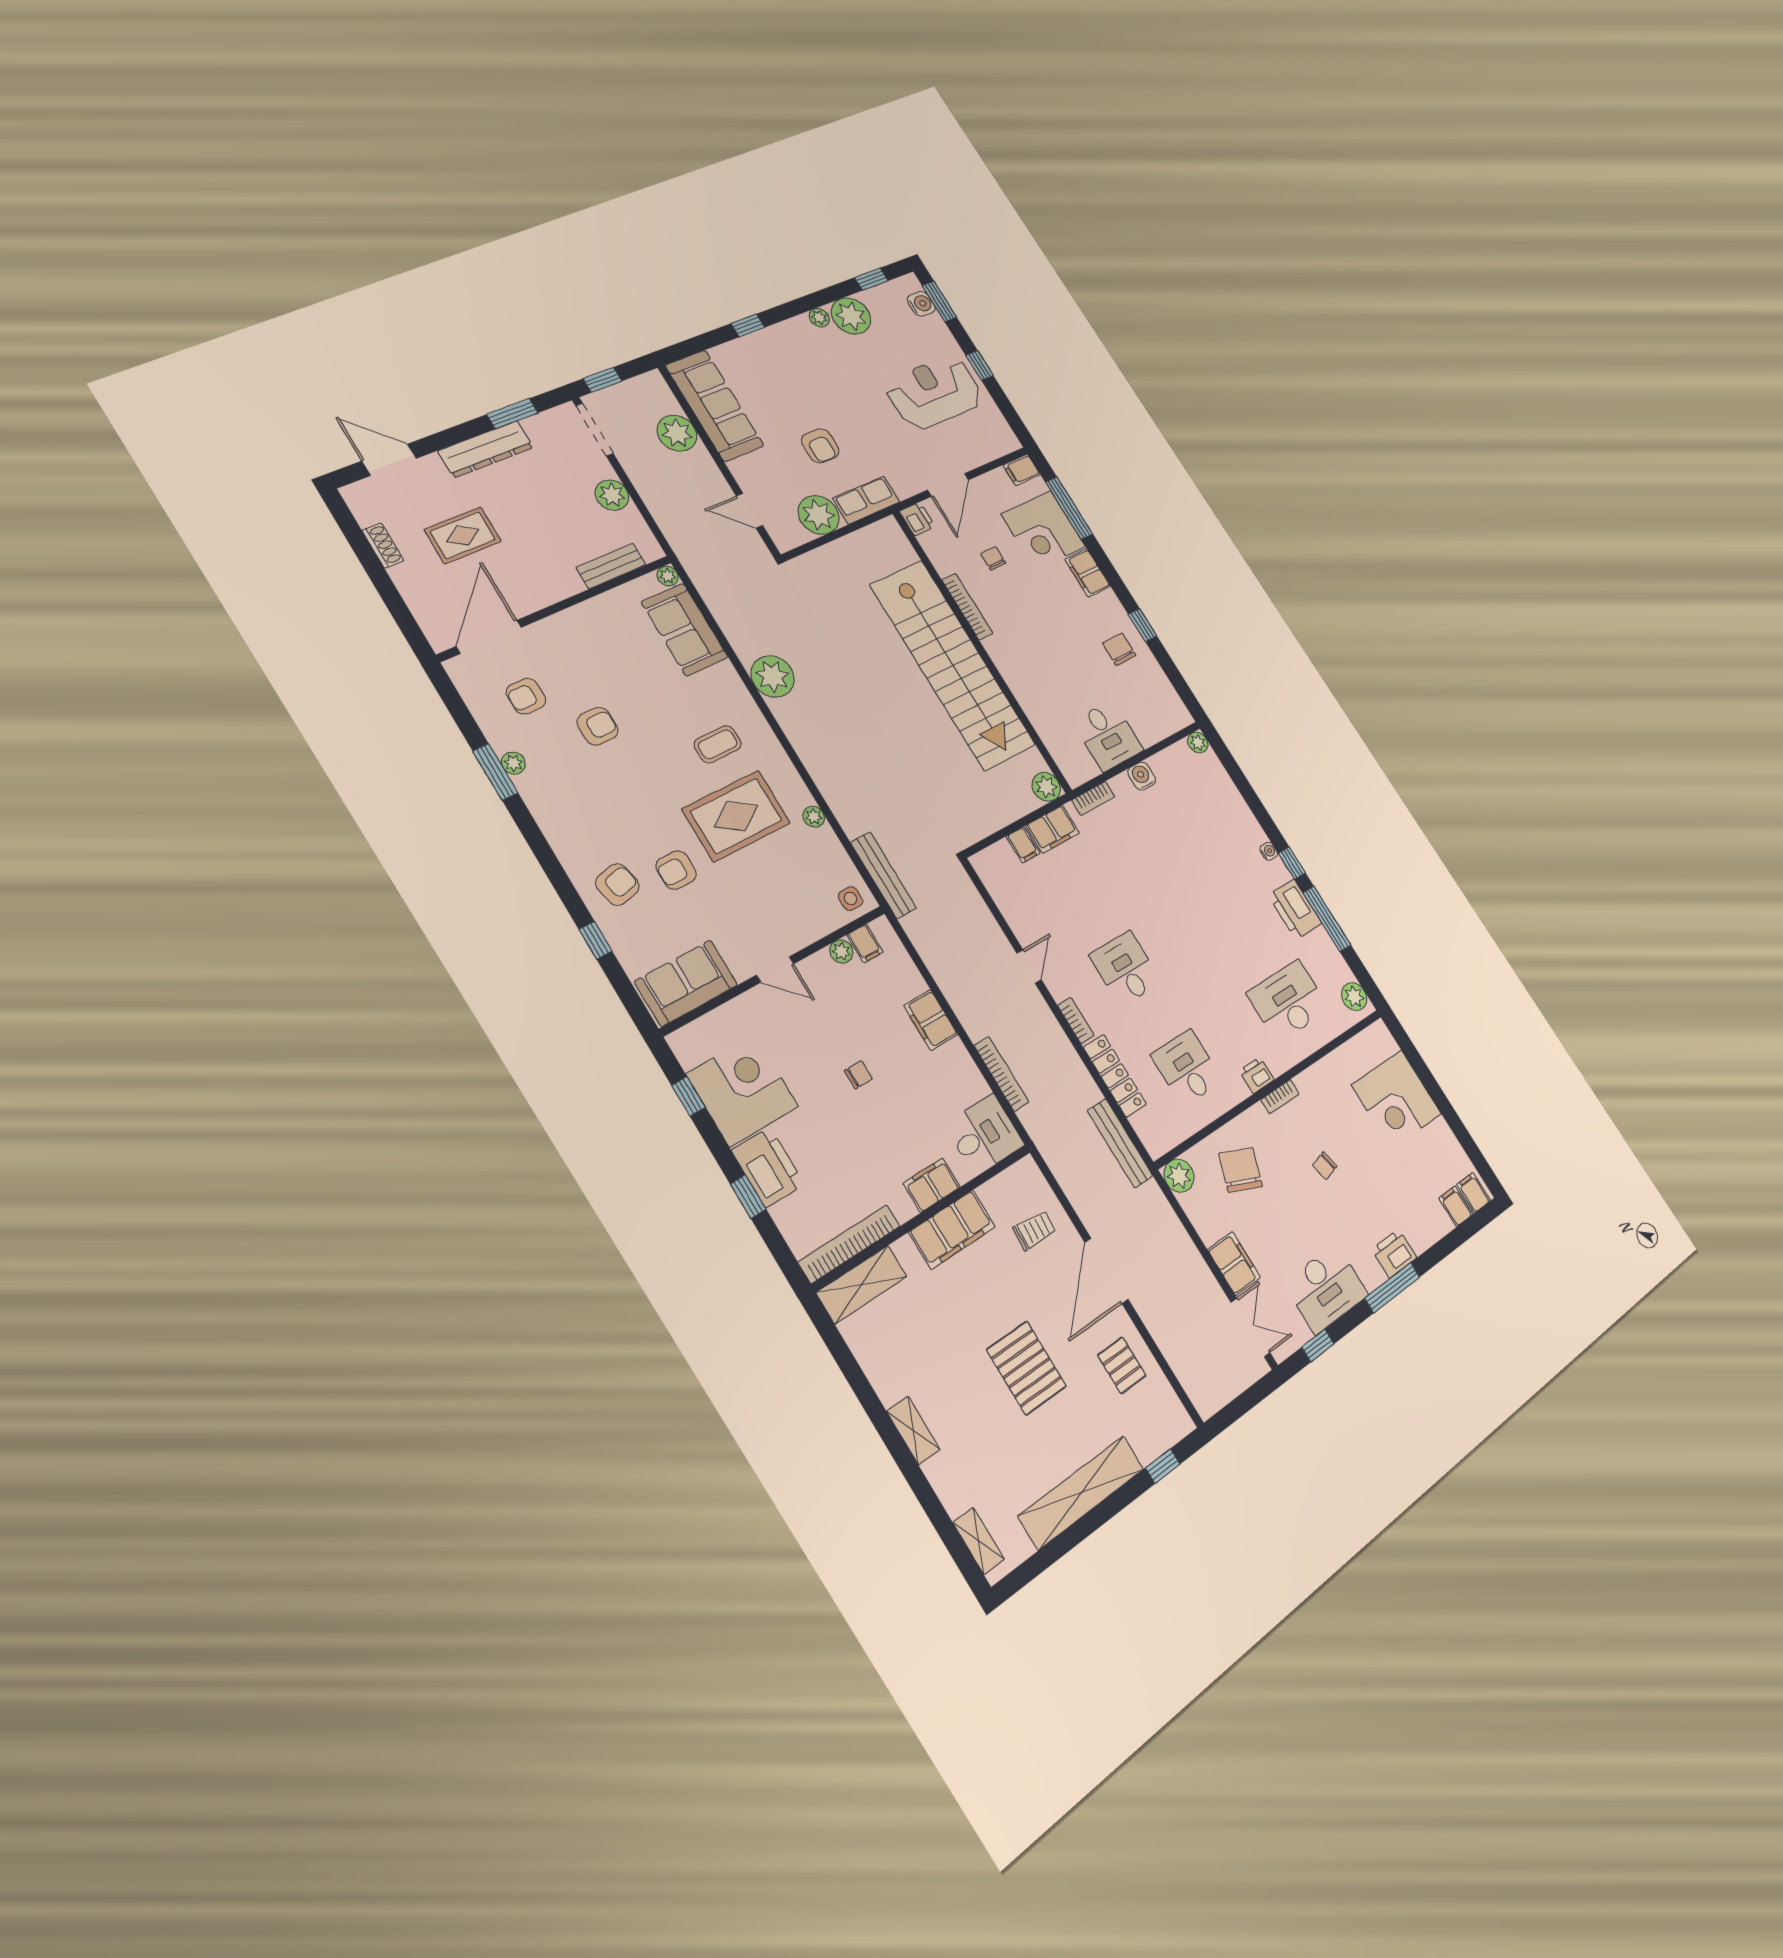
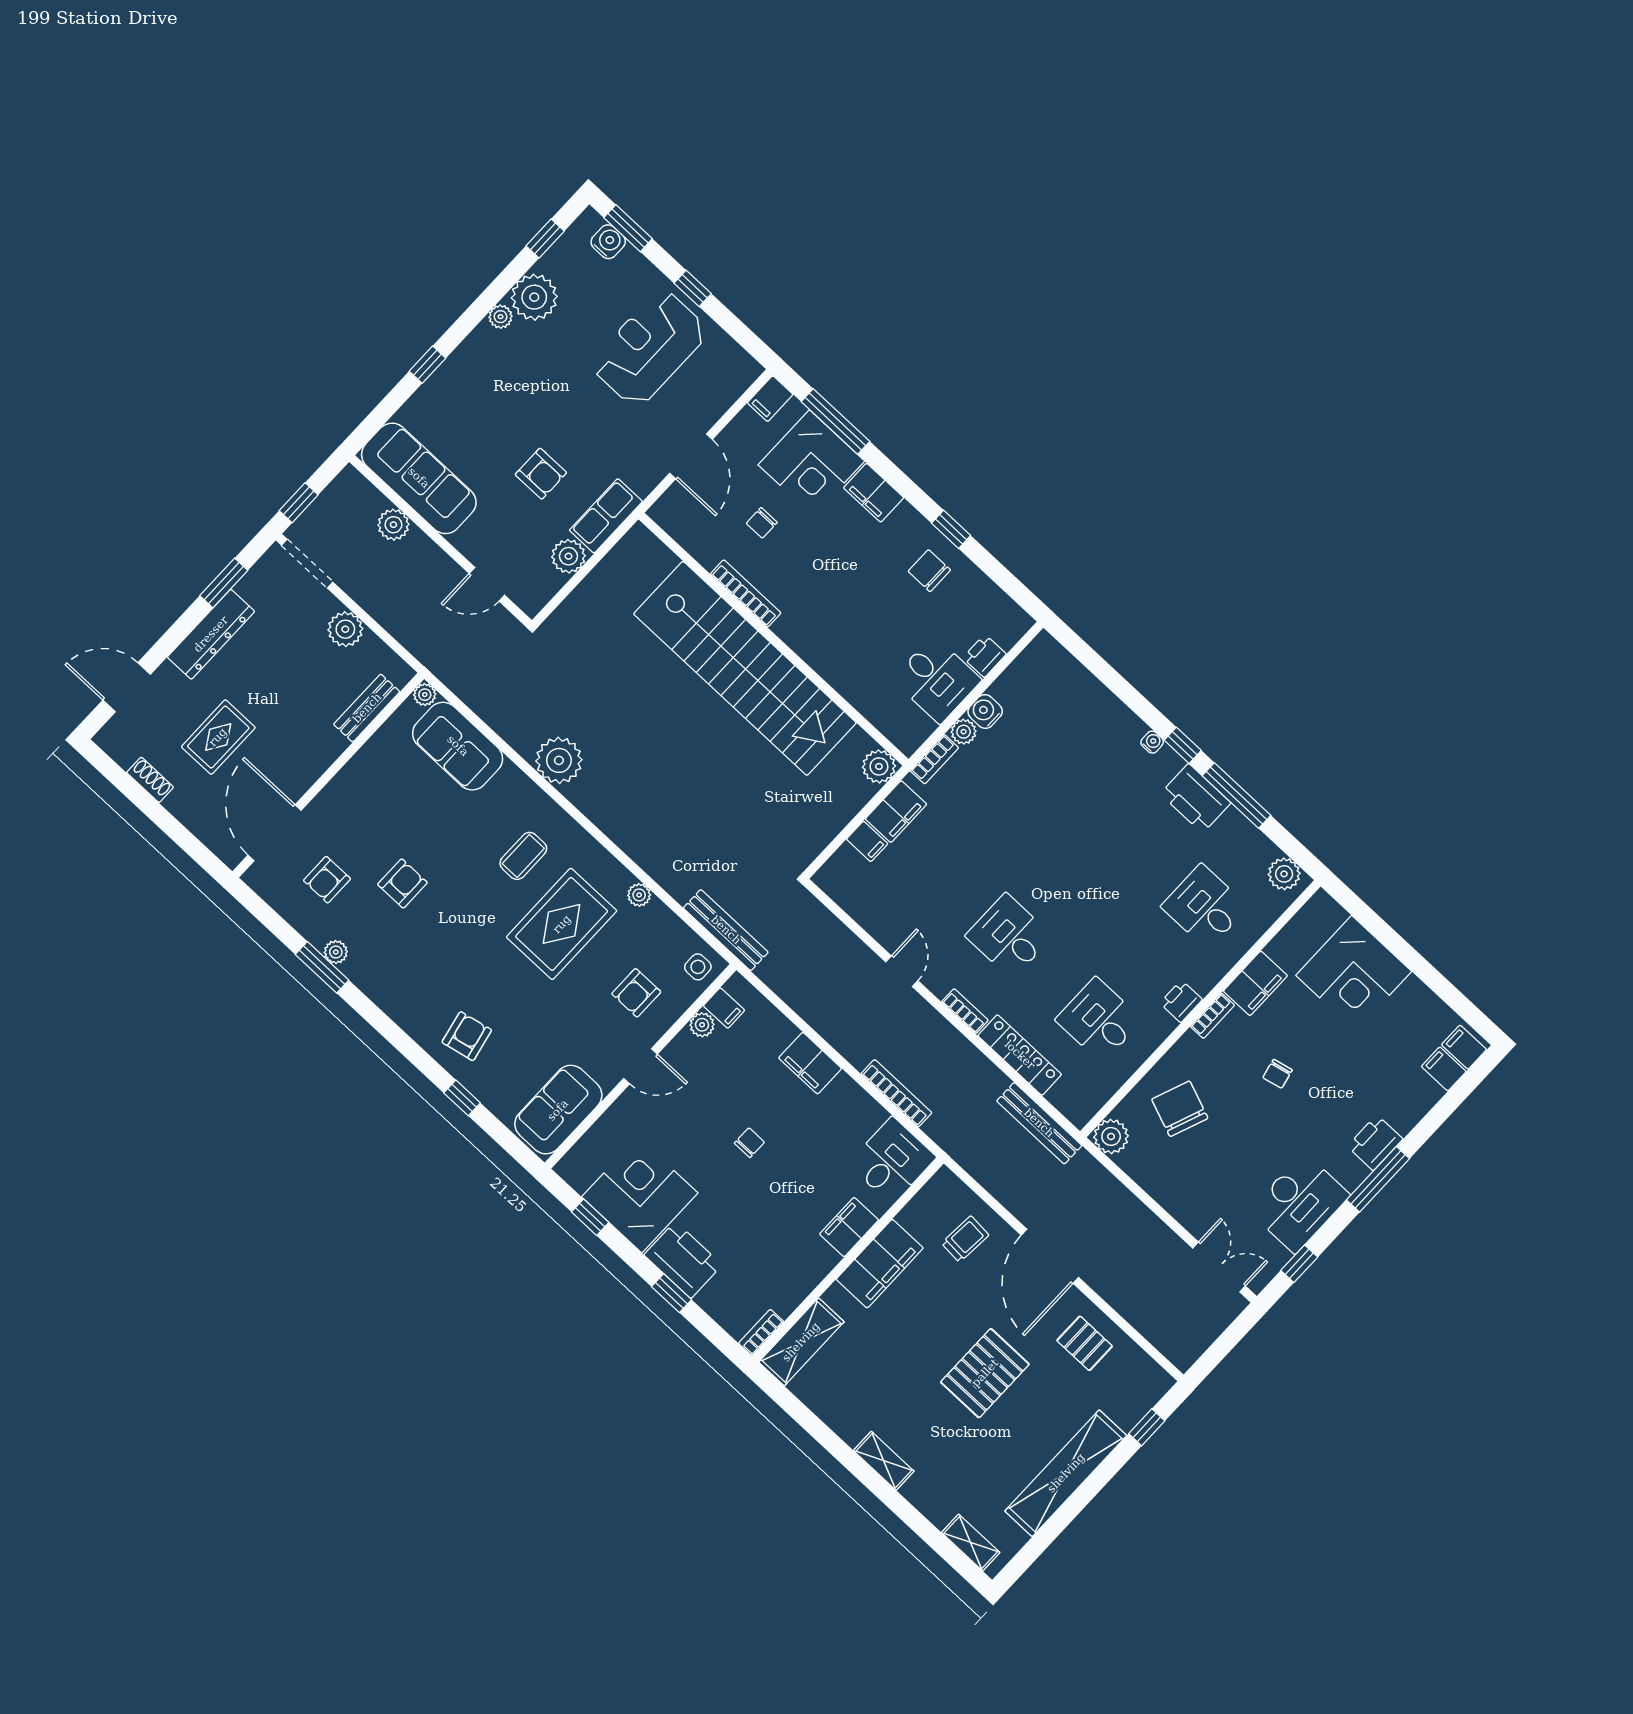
plant: (677, 433) -> (393, 525), width x0.73, depth x0.73
plant: (819, 515) -> (568, 556), width x0.73, depth x0.73
printer: (917, 519) -> (985, 656), moved, turned -90
chair: (993, 558) -> (762, 523), turned -90
plant: (1198, 743) -> (964, 732), moved
armchair: (676, 870) -> (636, 993), moved
desk: (1288, 1001) -> (1204, 907), width x0.73
bookcase: (849, 1244) -> (761, 1332), width x0.43, depth x0.76
filing cabinet: (1234, 1264) -> (1255, 983), moved, turned 90
pallet: (1026, 1368) -> (985, 1373), turned 90

